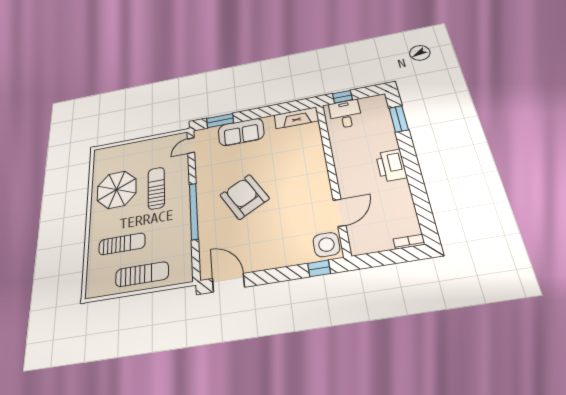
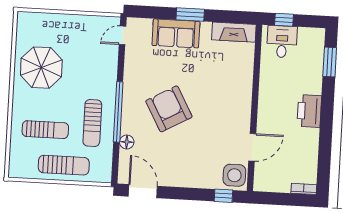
window: (220, 121) -> (190, 14), moved
sun lounger: (156, 188) -> (92, 123), moved, turned 180
floor lamp: (205, 237) -> (127, 142), added

